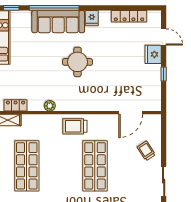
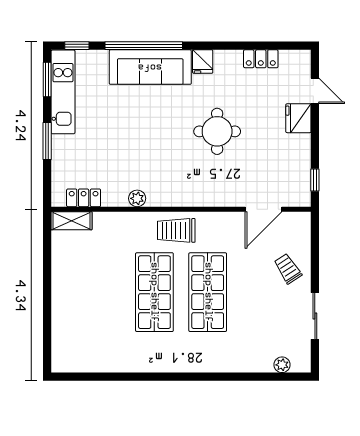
locker: (129, 16) -> (261, 59), width x0.66
round table: (77, 62) -> (217, 131), moved
window: (164, 74) -> (315, 180), moved
shop shelf: (27, 166) -> (154, 292), moved

